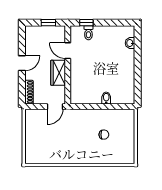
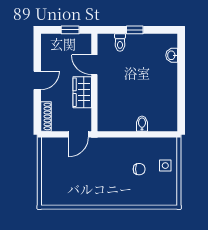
window: (86, 23) -> (135, 30), moved
side table: (125, 132) -> (165, 166), added

